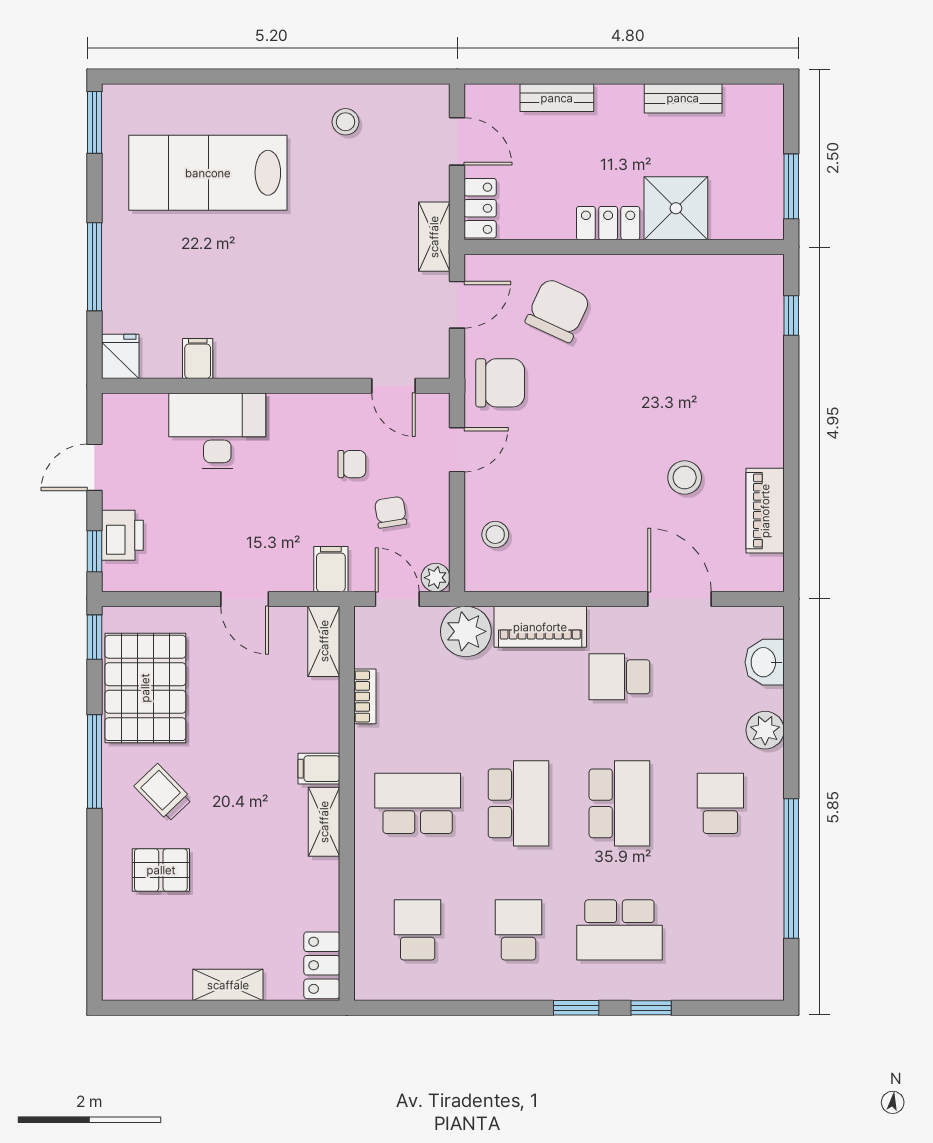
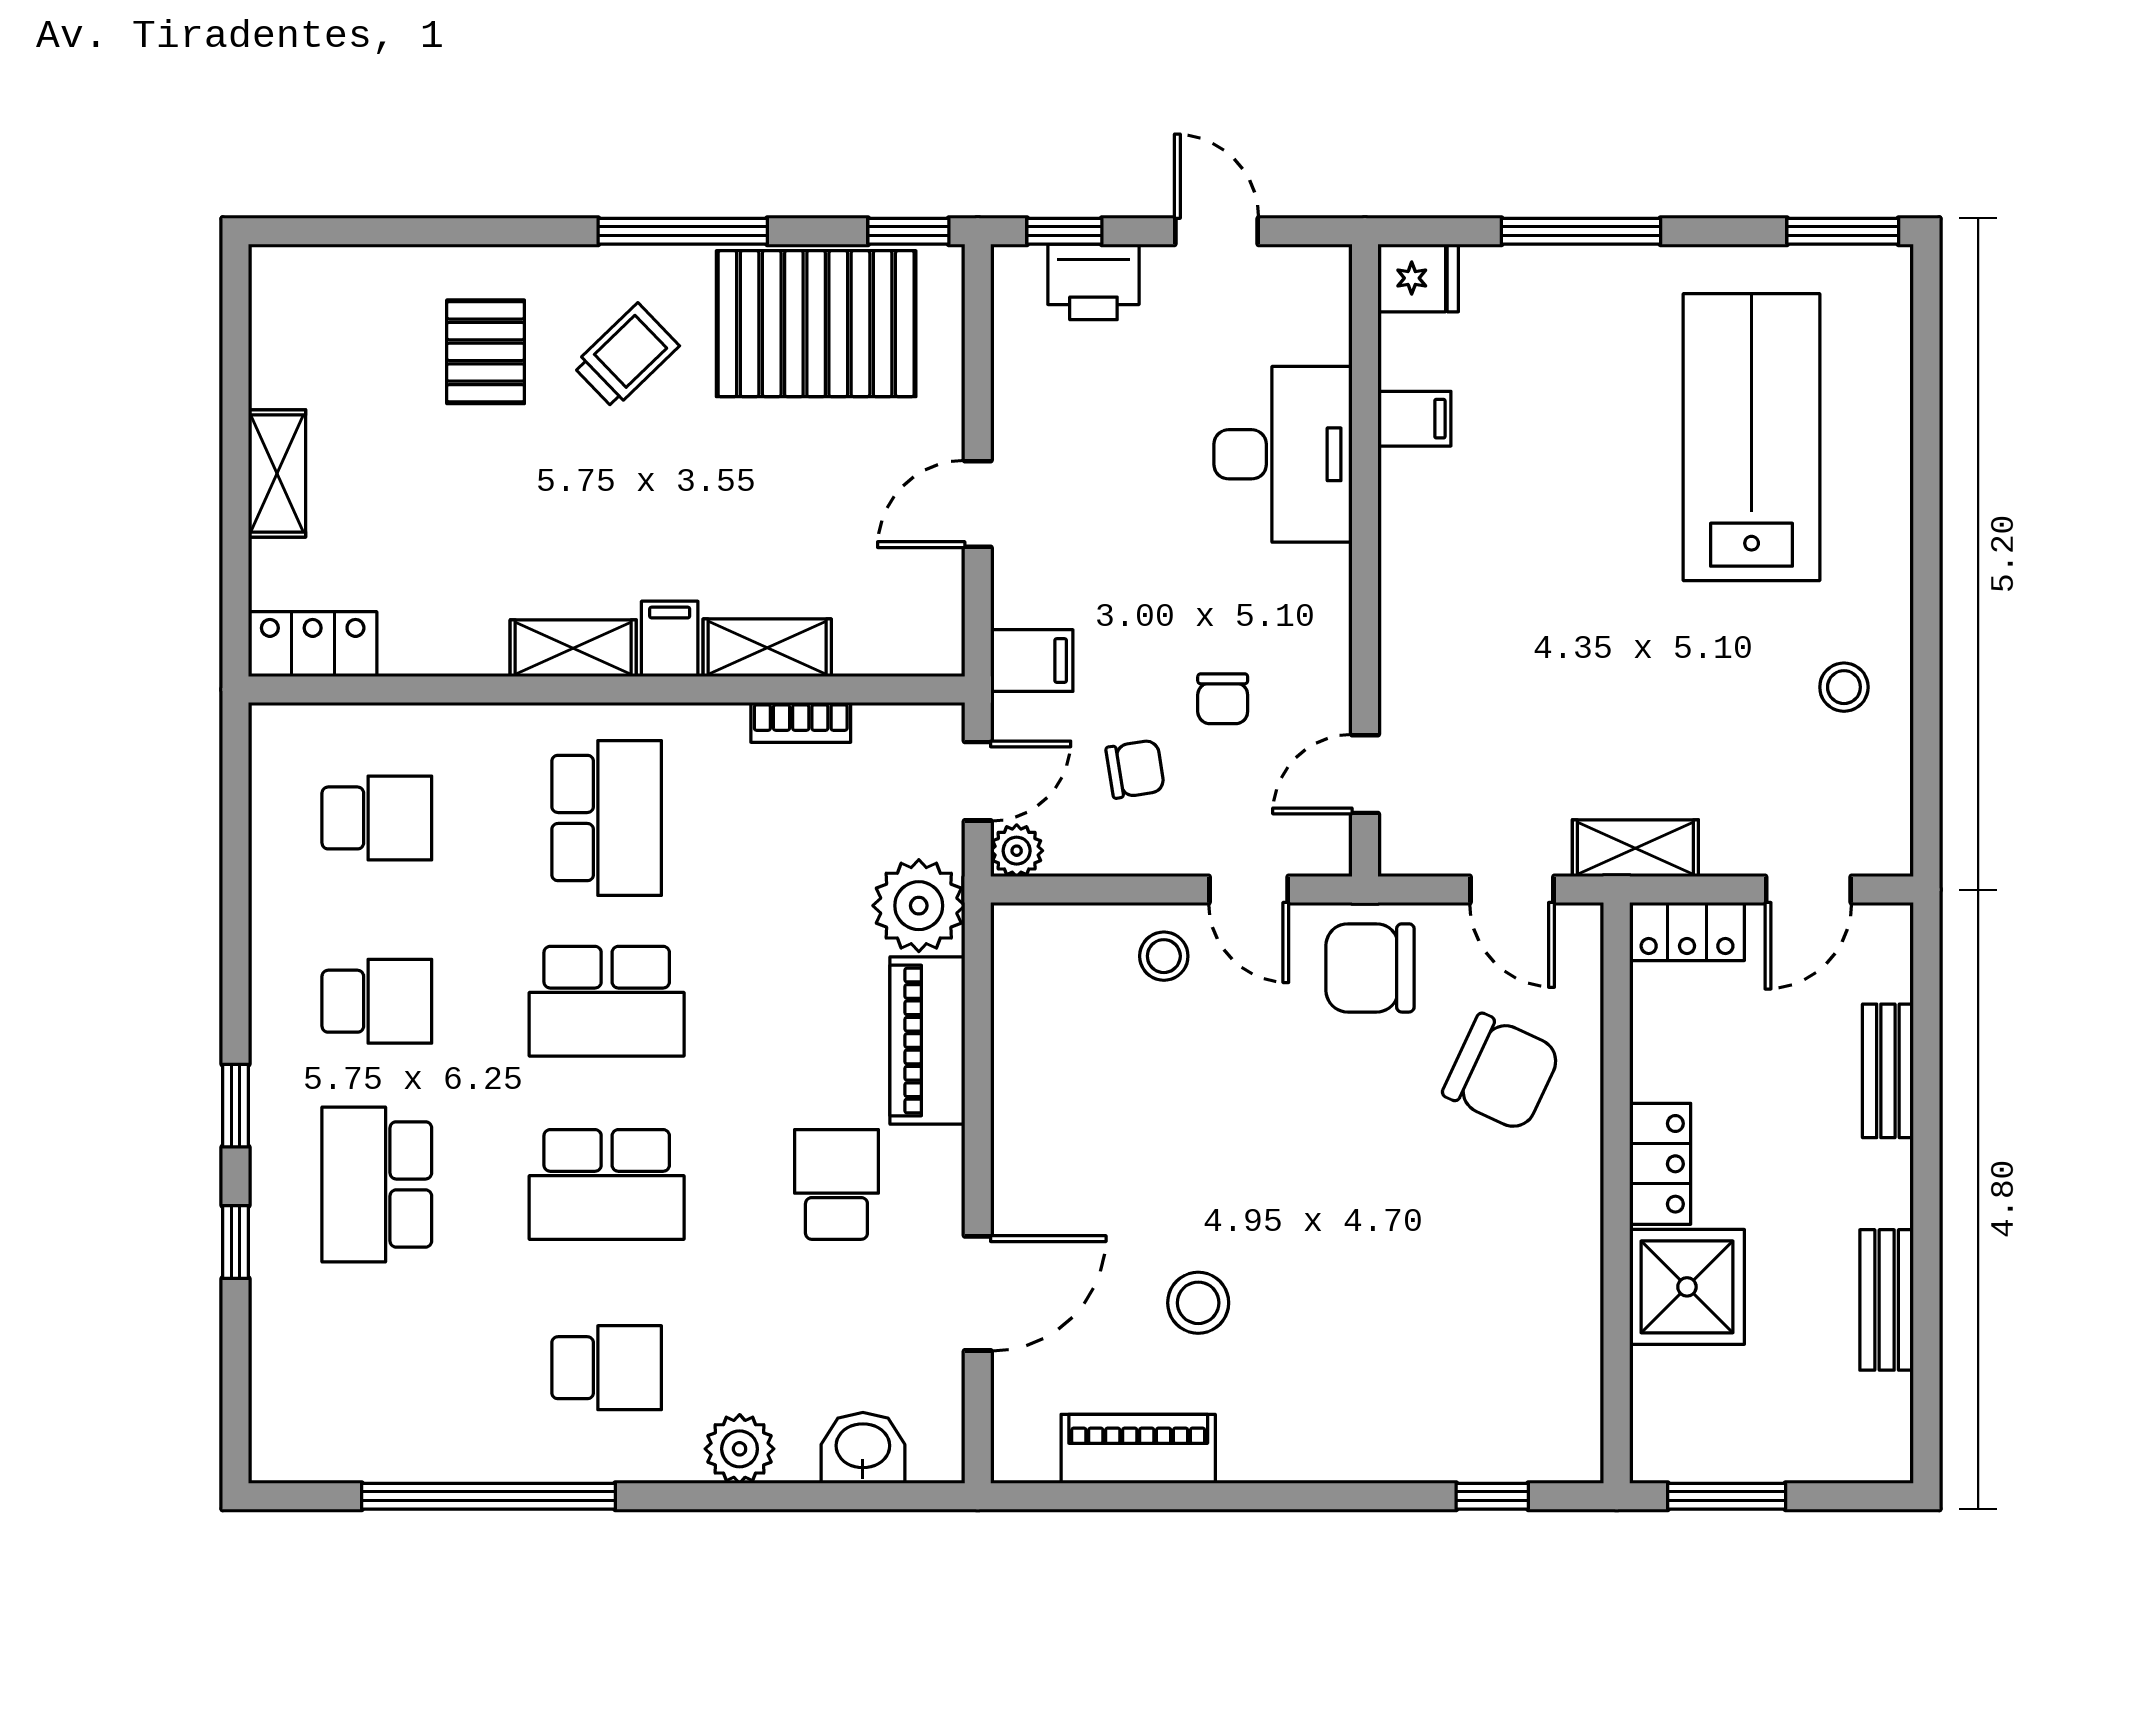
chair: (500, 383) -> (1370, 968), turned 90
stool: (495, 535) -> (1164, 956), moved
shelving: (324, 641) -> (767, 648), moved

